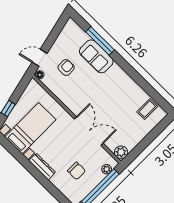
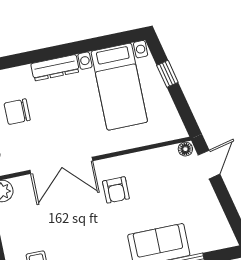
armchair: (66, 68) -> (116, 190), moved

